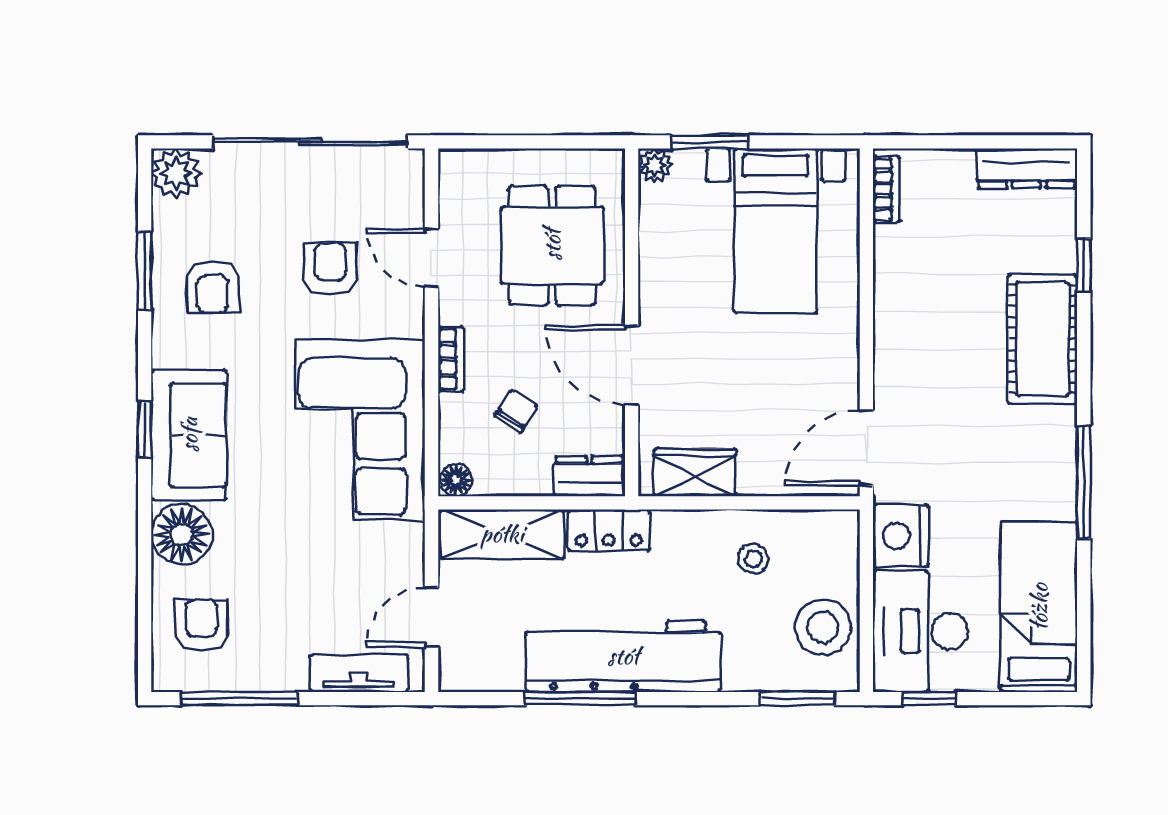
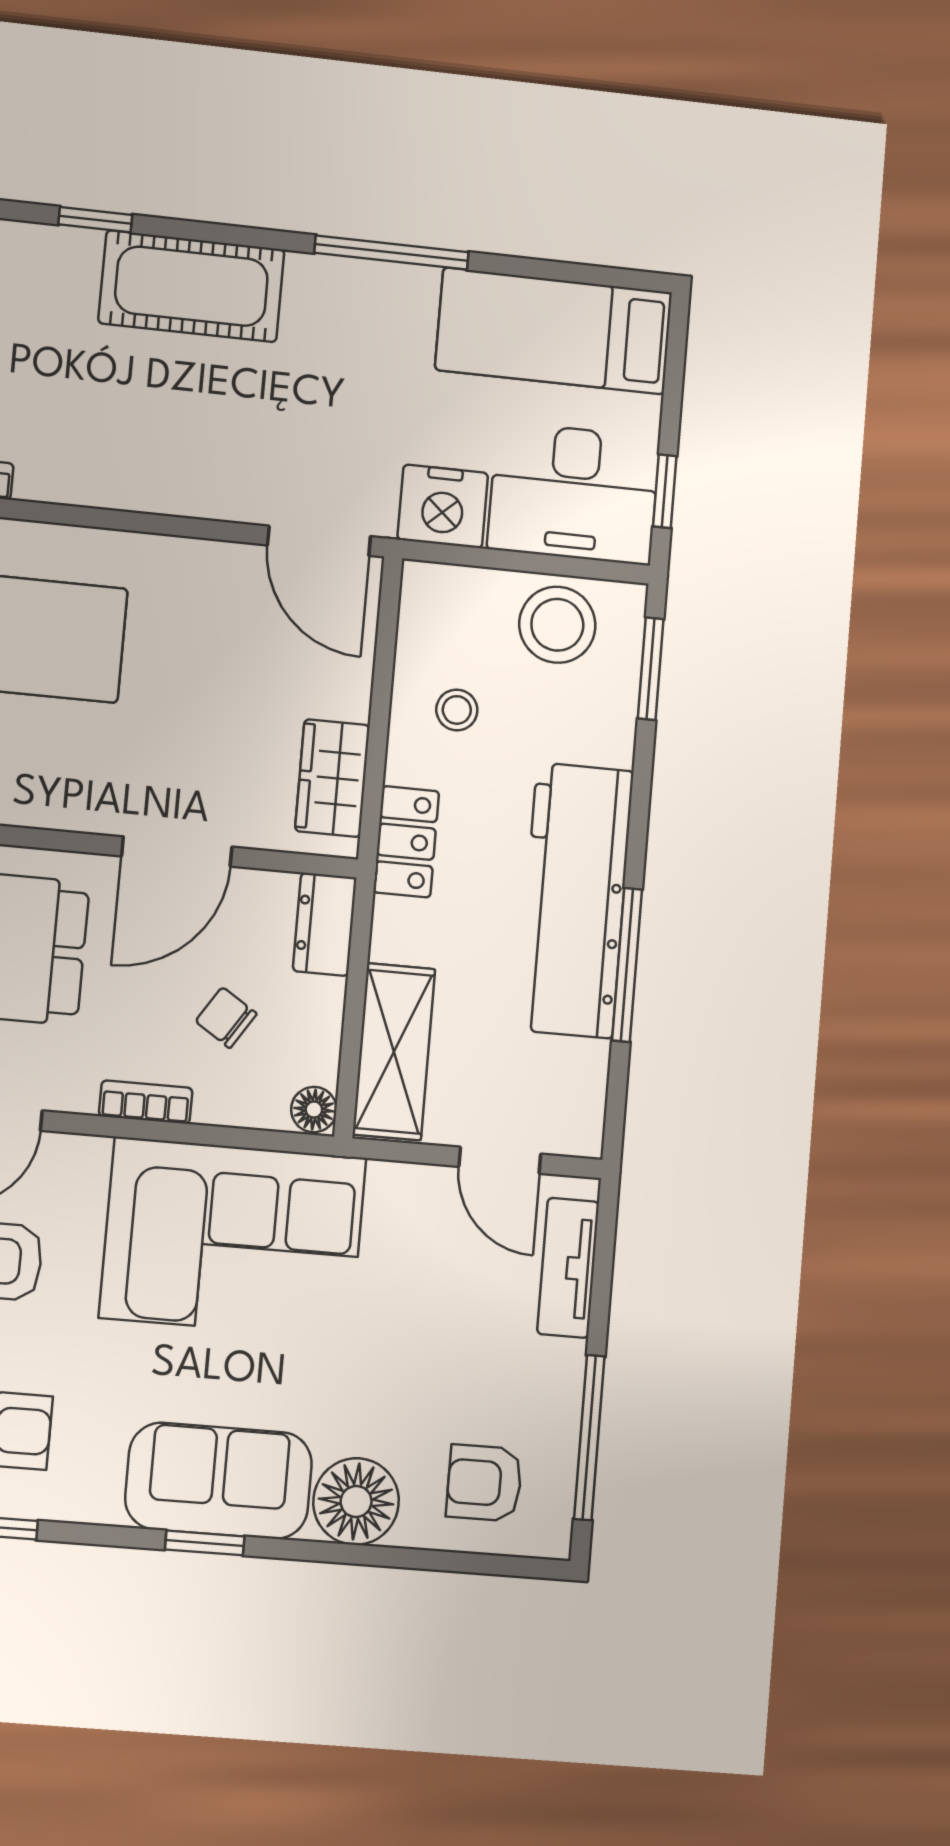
locker: (609, 530) -> (406, 842), moved

